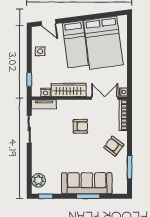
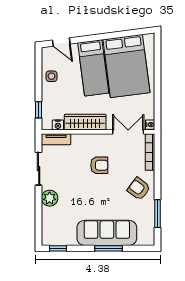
plant: (39, 180) -> (50, 198), moved

